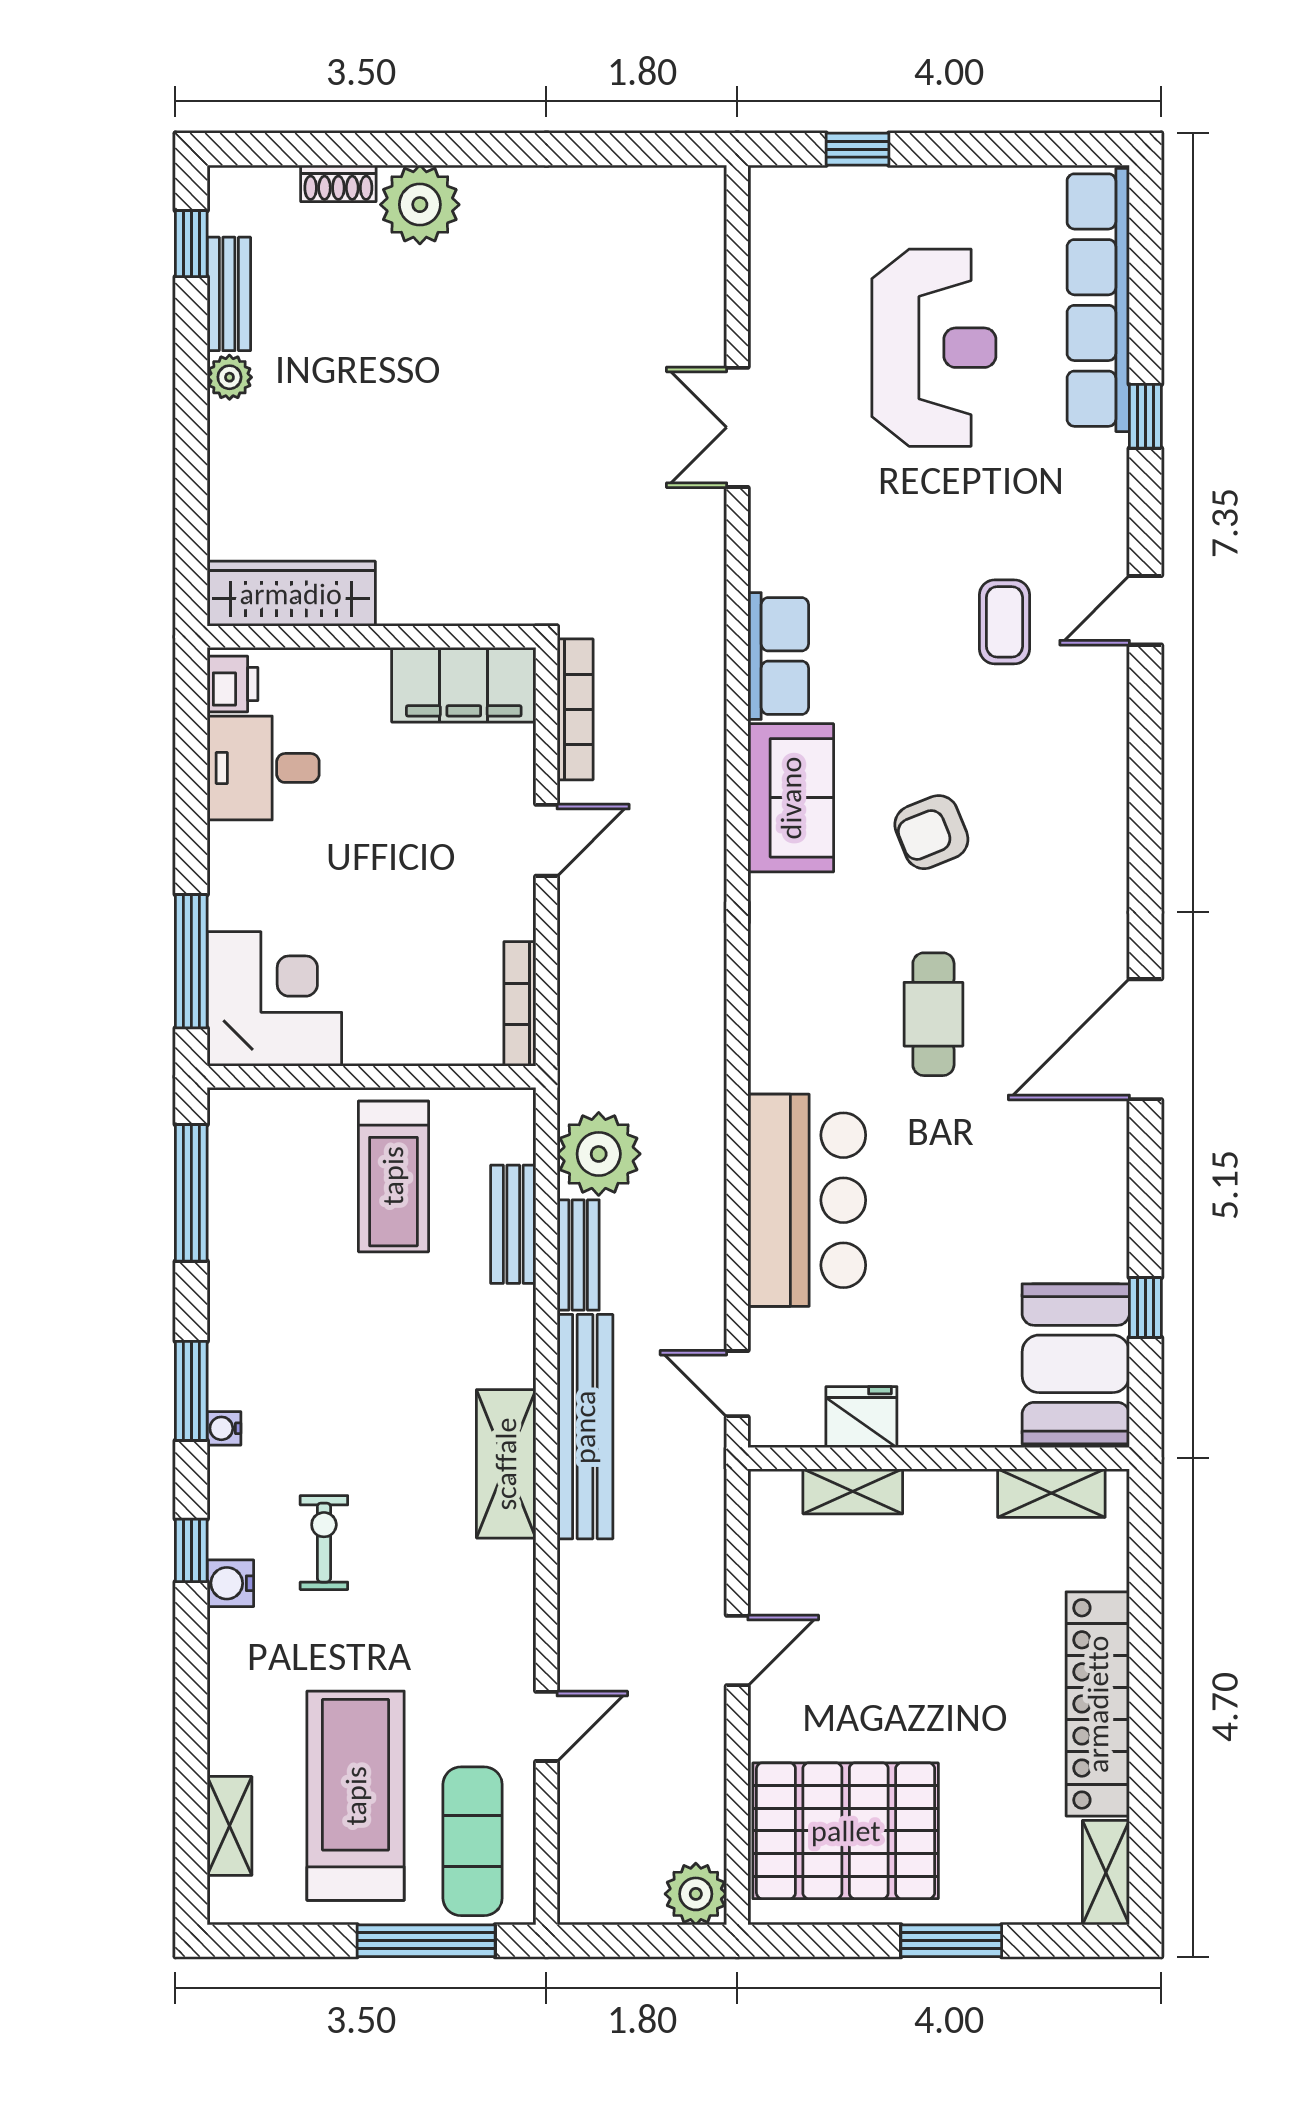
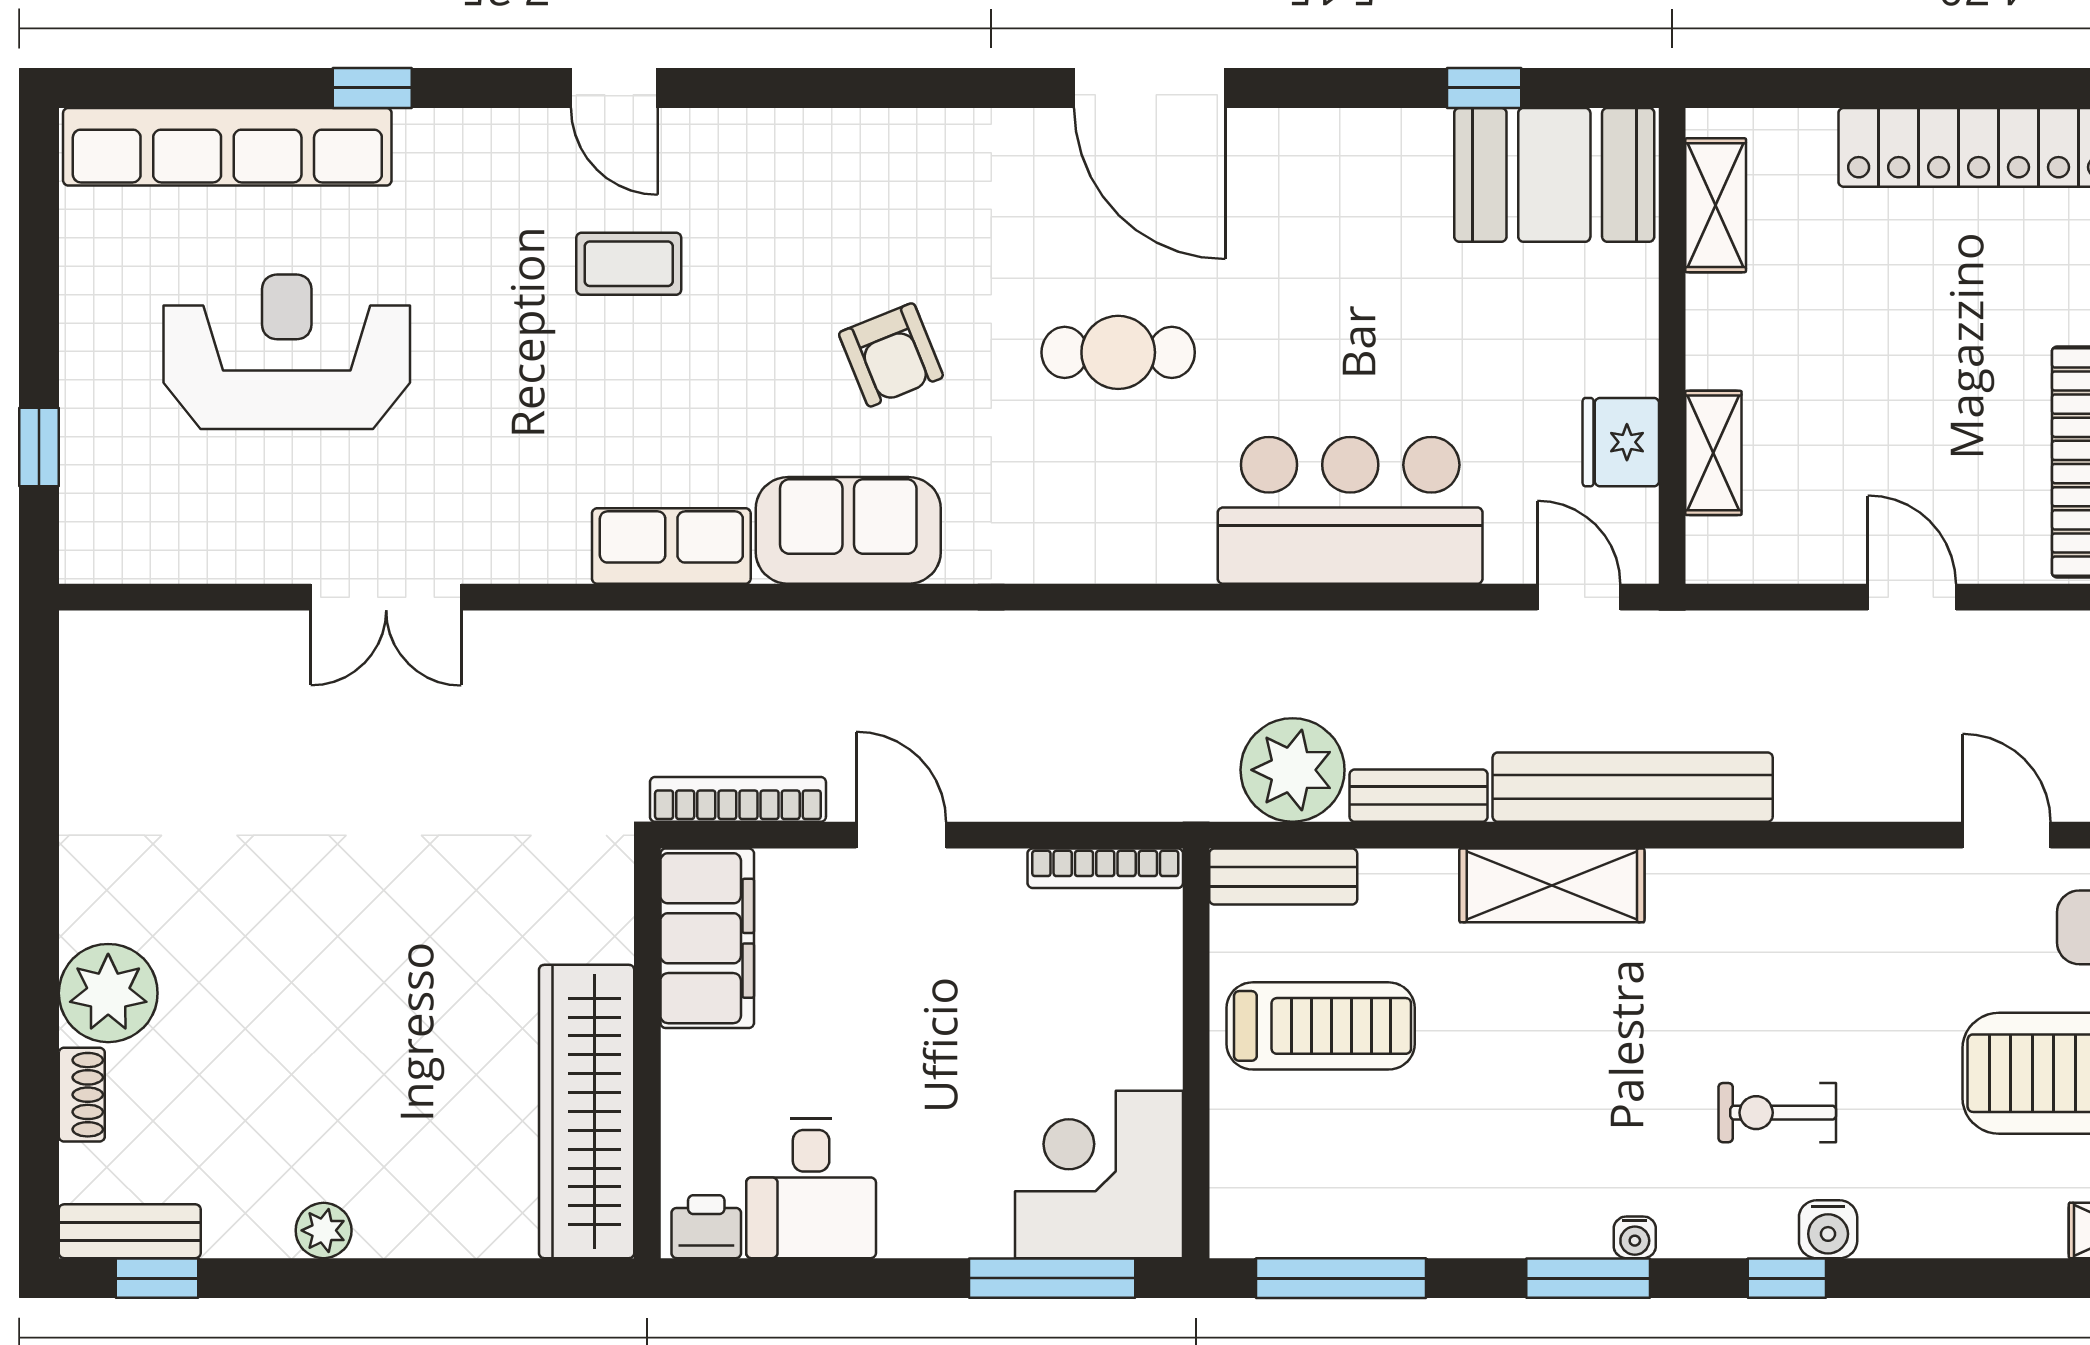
bench: (229, 294) -> (130, 1231), moved
wardrobe: (291, 594) -> (587, 1111), width x1.40, depth x1.17
bench: (513, 1224) -> (1283, 877), moved
door: (737, 1384) -> (1579, 597), swing flipped
shelving: (506, 1464) -> (1552, 885), moved

